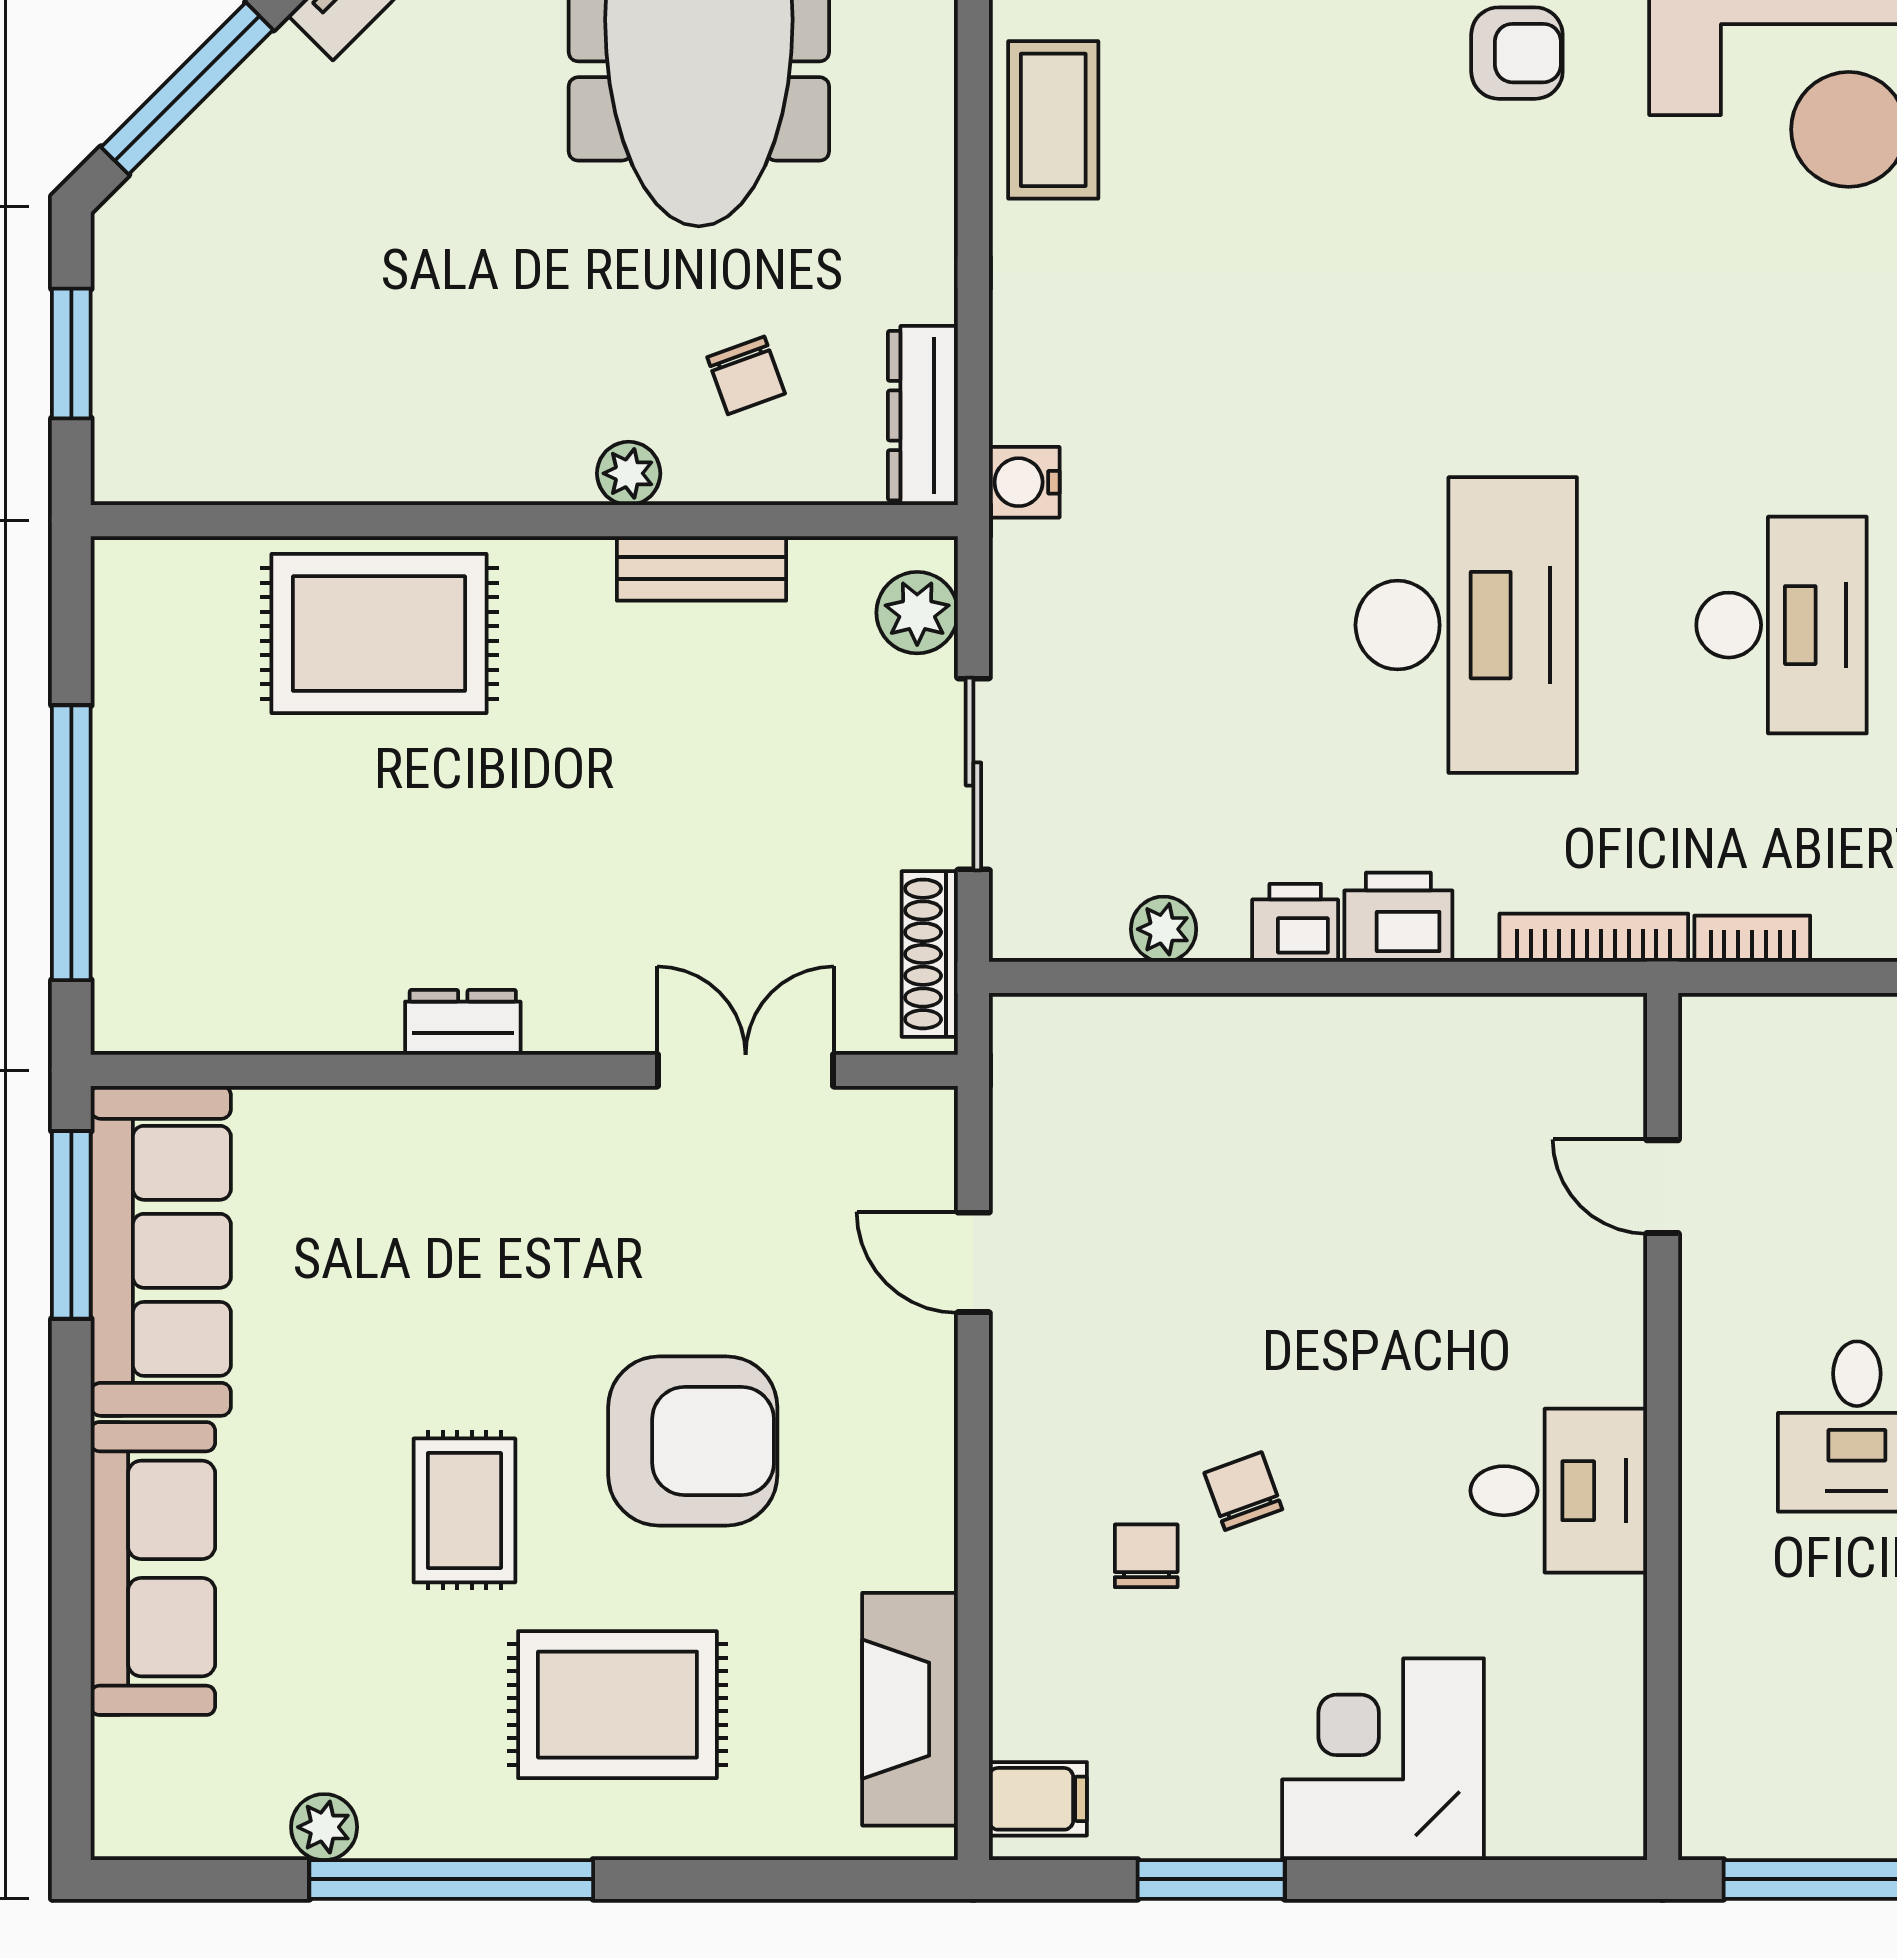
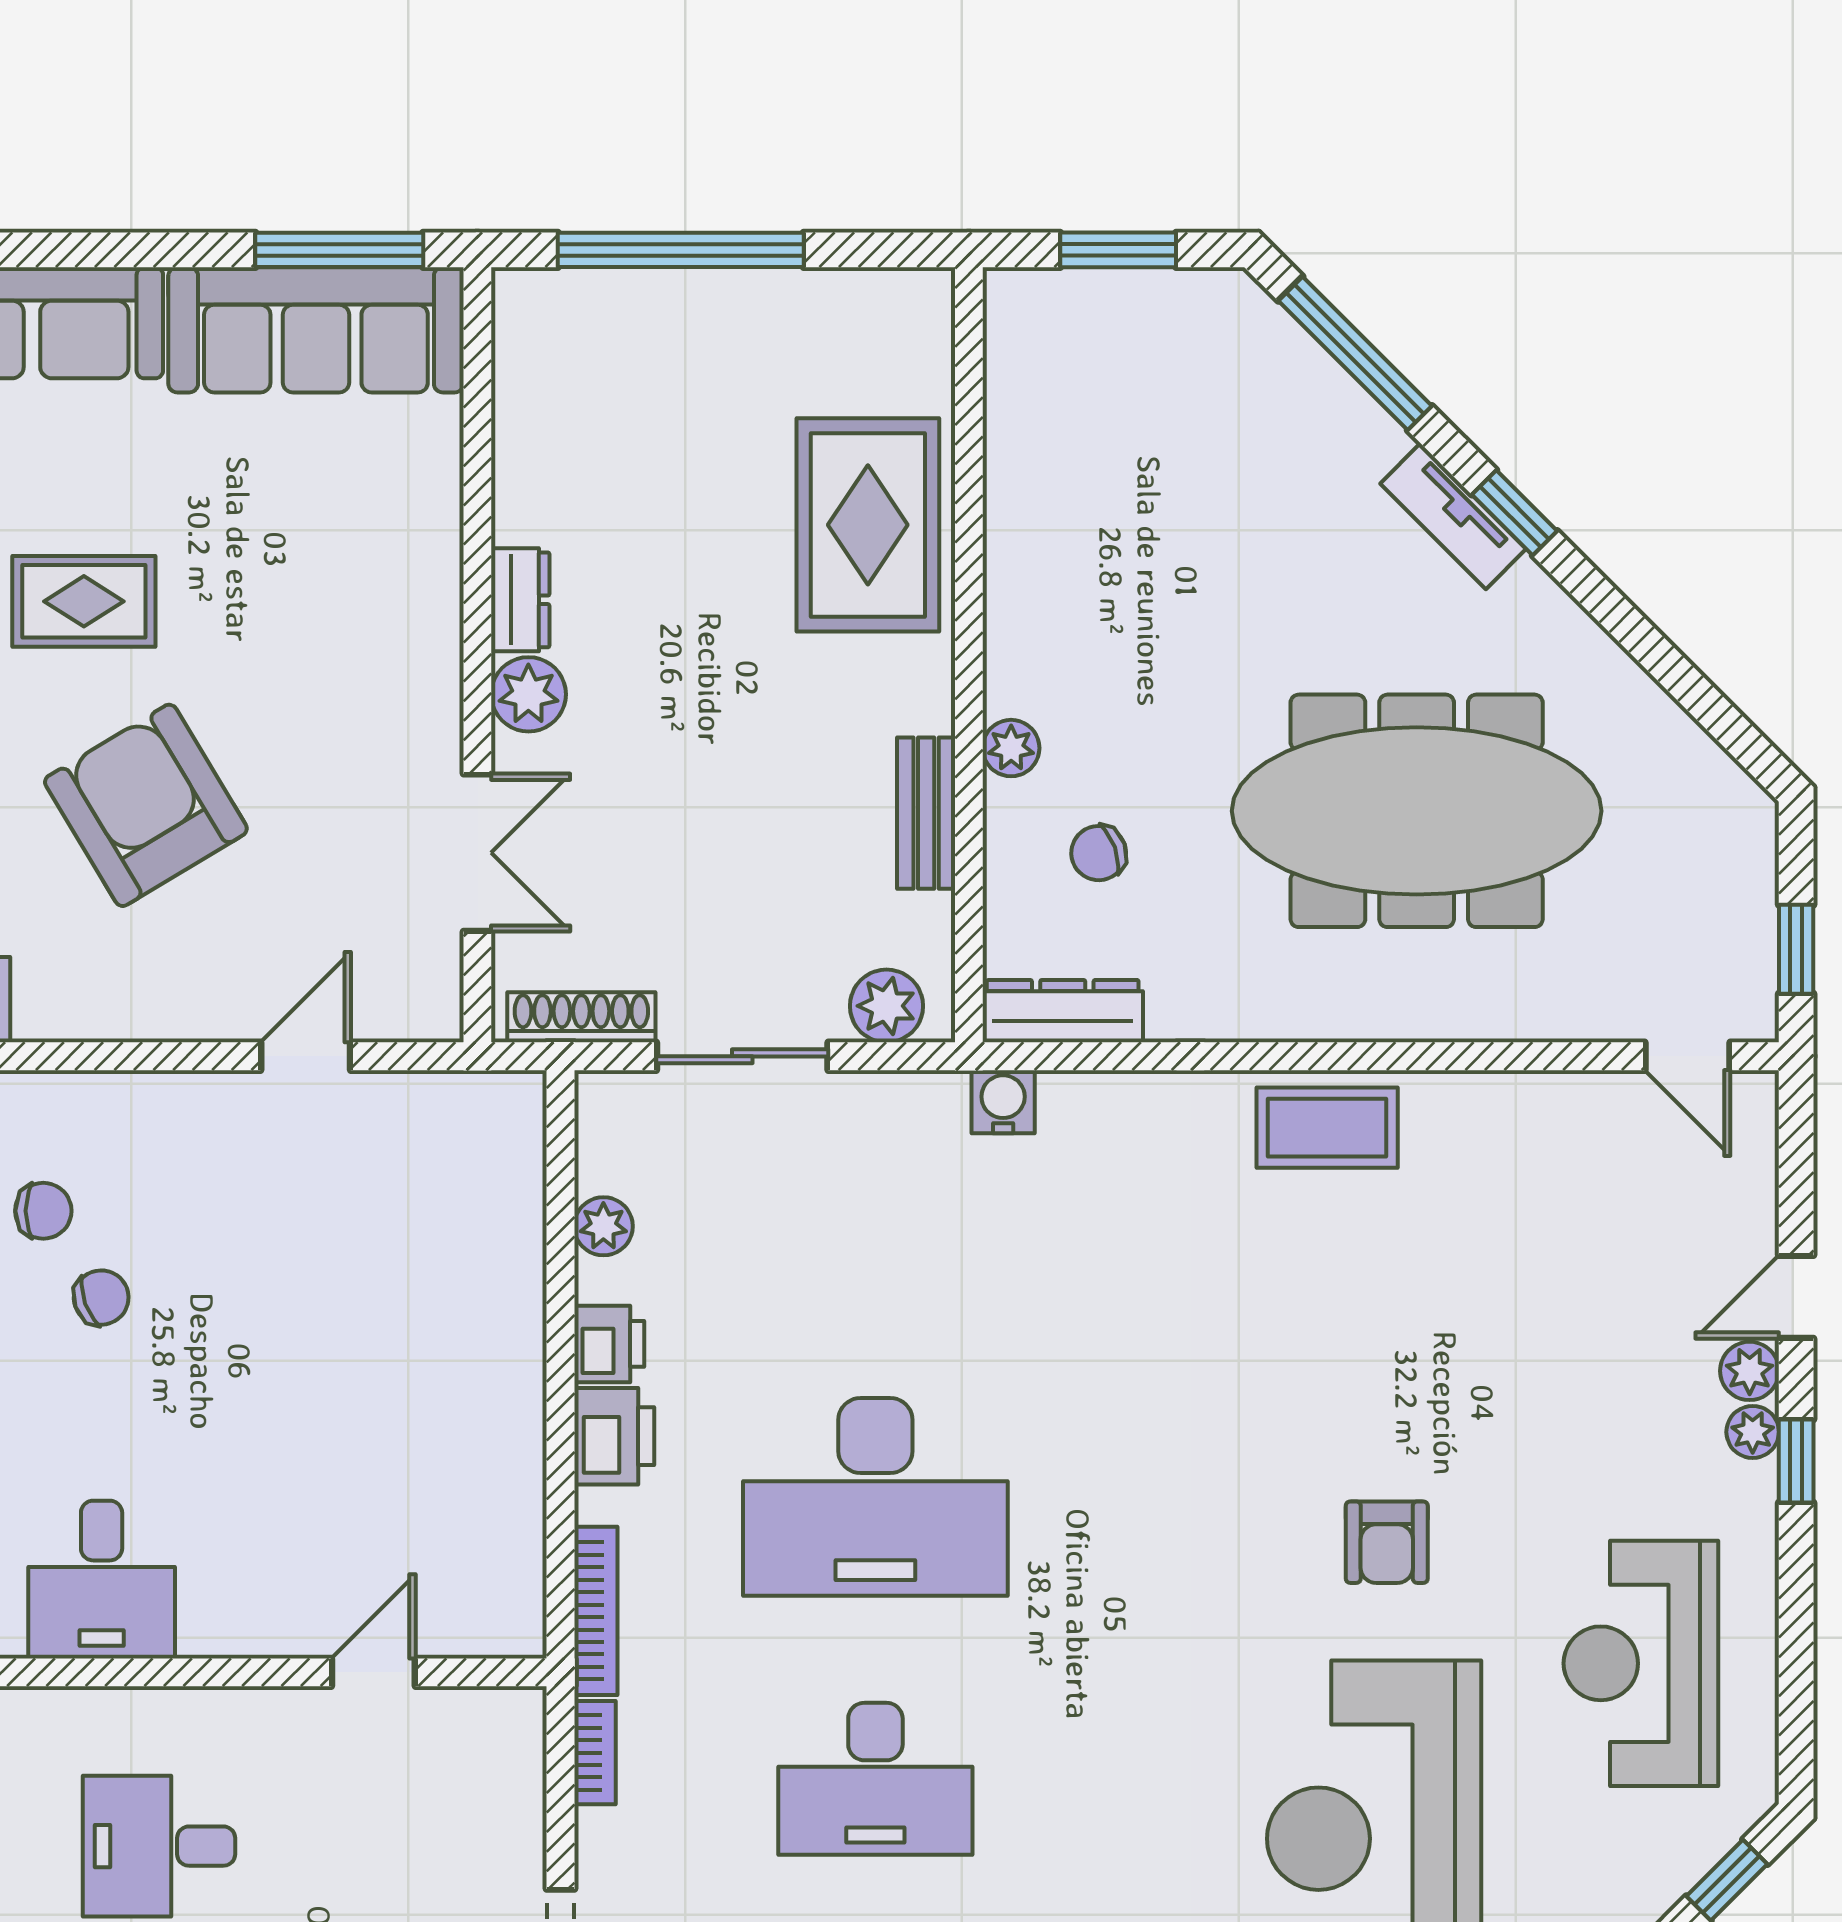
plant: (569, 1013) -> (528, 694), added
armchair: (693, 1441) -> (146, 805), turned 149

